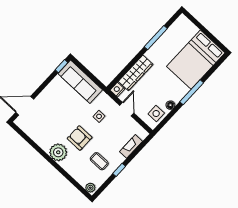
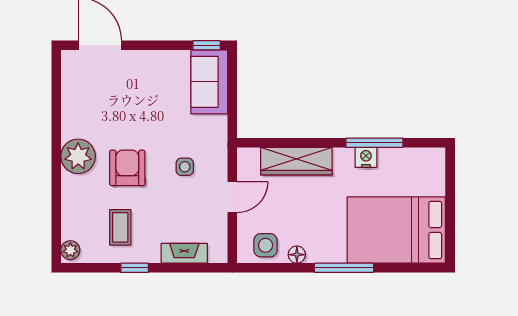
sofa: (80, 82) -> (209, 82), width x0.73
nightstand: (117, 90) -> (366, 157), moved

